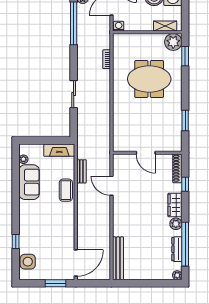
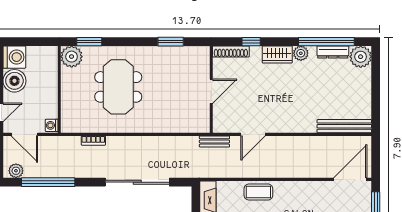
shelving: (165, 26) -> (51, 67), removed
sliding door: (74, 94) -> (137, 182), width x1.86
bench: (81, 171) -> (214, 141), moved
door: (76, 263) -> (350, 179), hinge flipped
plant: (177, 275) -> (361, 57), width x1.88, depth x1.88

